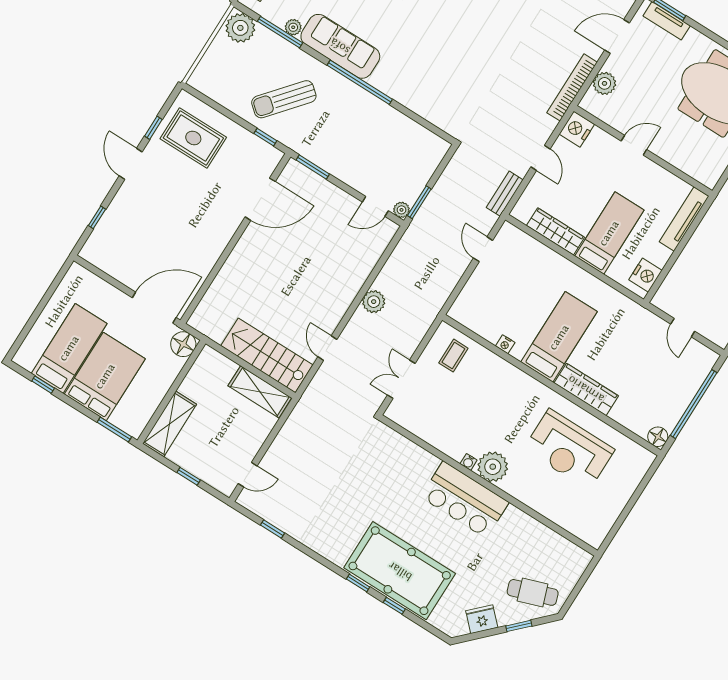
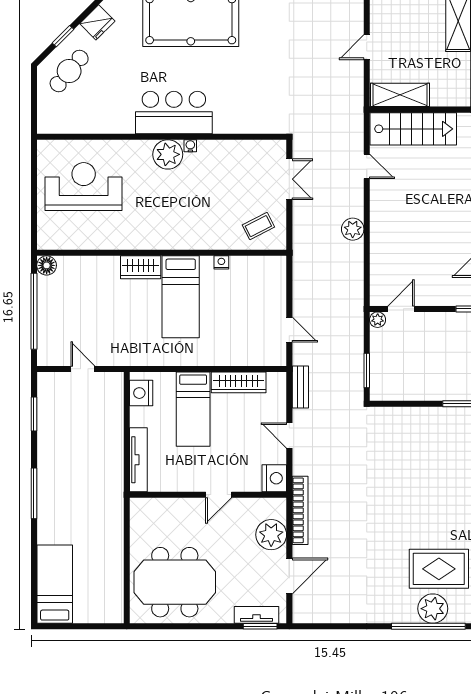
plant: (604, 83) -> (271, 535), width x1.36, depth x1.36
window: (419, 202) -> (367, 371), moved
coffee table: (453, 356) -> (258, 226), turned 63
wardrobe: (586, 389) -> (141, 267), width x0.67
reception desk: (569, 449) -> (84, 187), moved
door: (248, 475) -> (367, 47), moved
cafe table: (533, 592) -> (69, 71), turned -31

